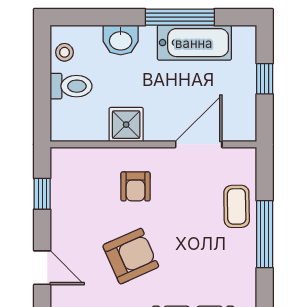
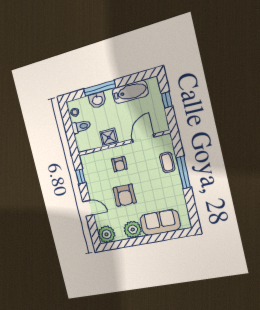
window: (180, 17) -> (100, 88), moved
armchair: (131, 256) -> (125, 195), turned 114

